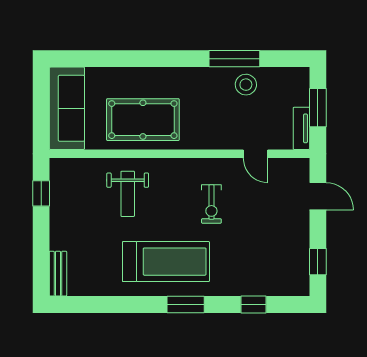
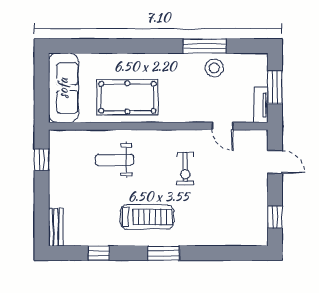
weight bench: (128, 194) -> (115, 160), turned 90
treadmill: (166, 262) -> (147, 217), width x0.73, depth x0.73
window: (253, 304) -> (99, 253), moved

